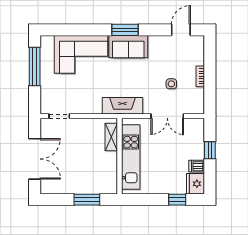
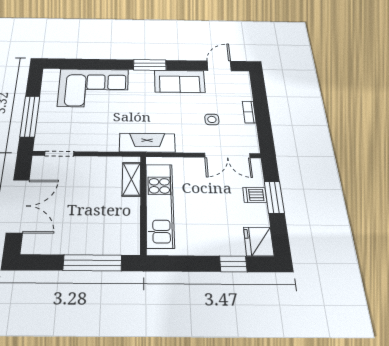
sofa: (128, 47) -> (180, 81), moved
window: (35, 67) -> (30, 116), moved
double door: (167, 116) -> (227, 155), moved
window: (210, 150) -> (274, 197), width x1.50
dishwasher: (197, 166) -> (255, 195), moved
window: (87, 200) -> (92, 263), width x1.44

